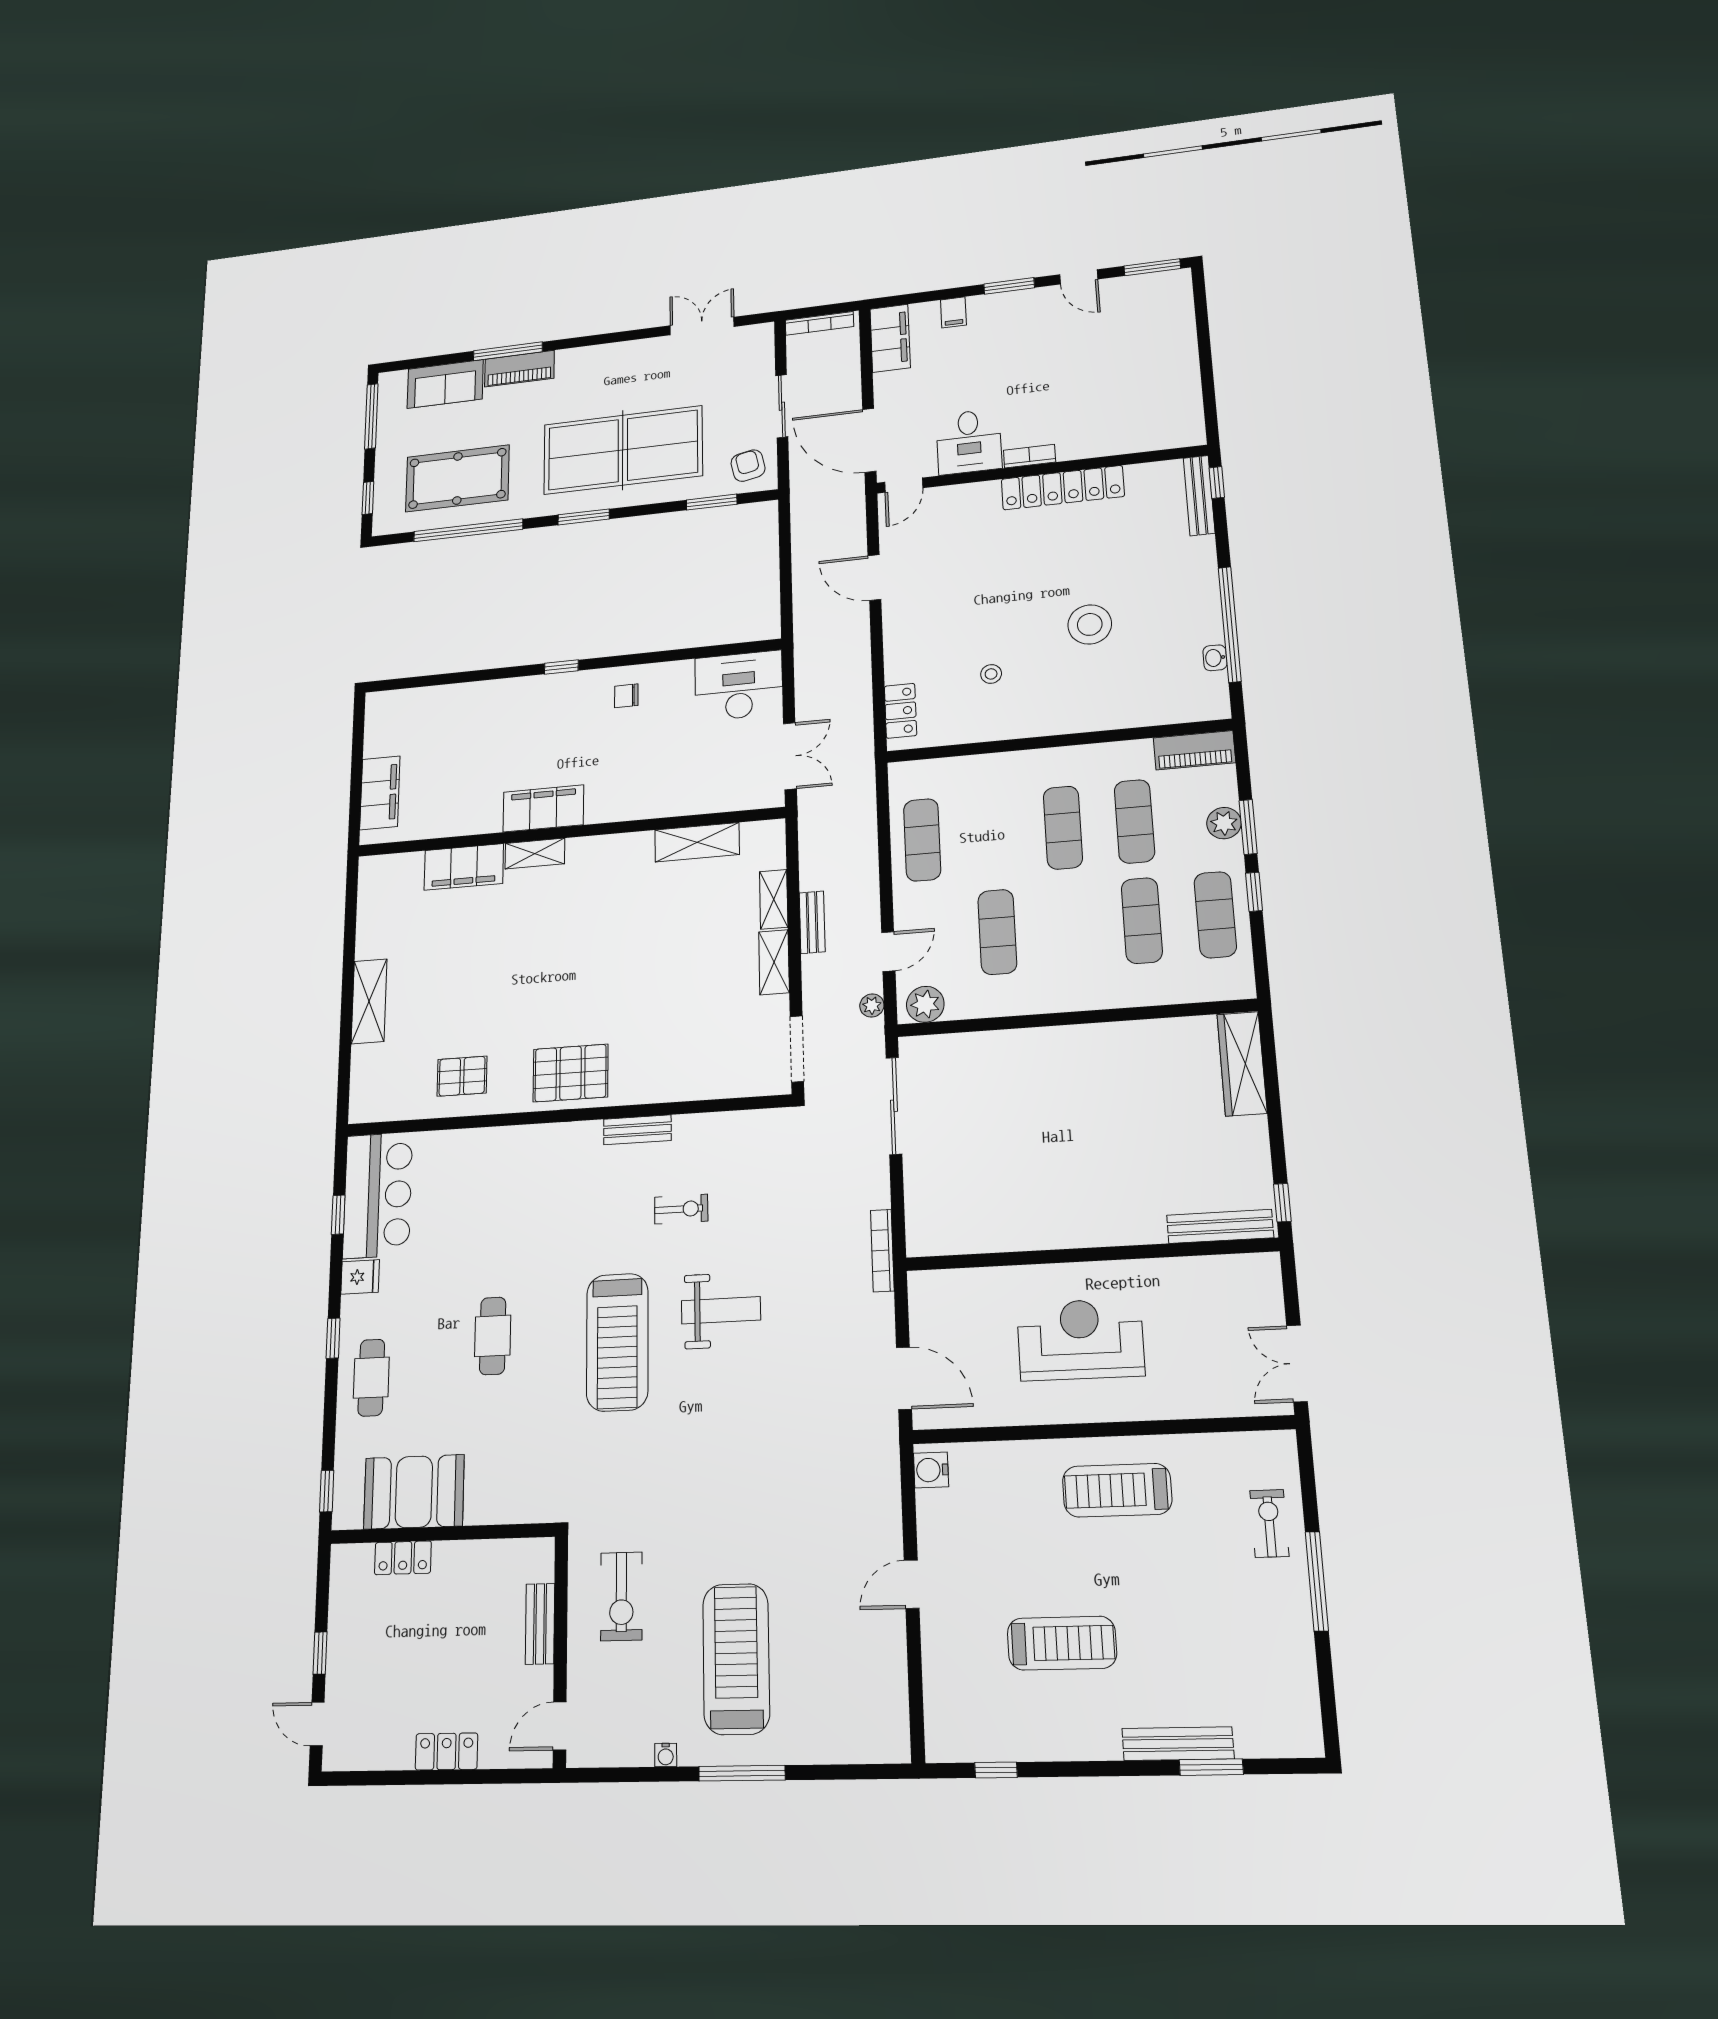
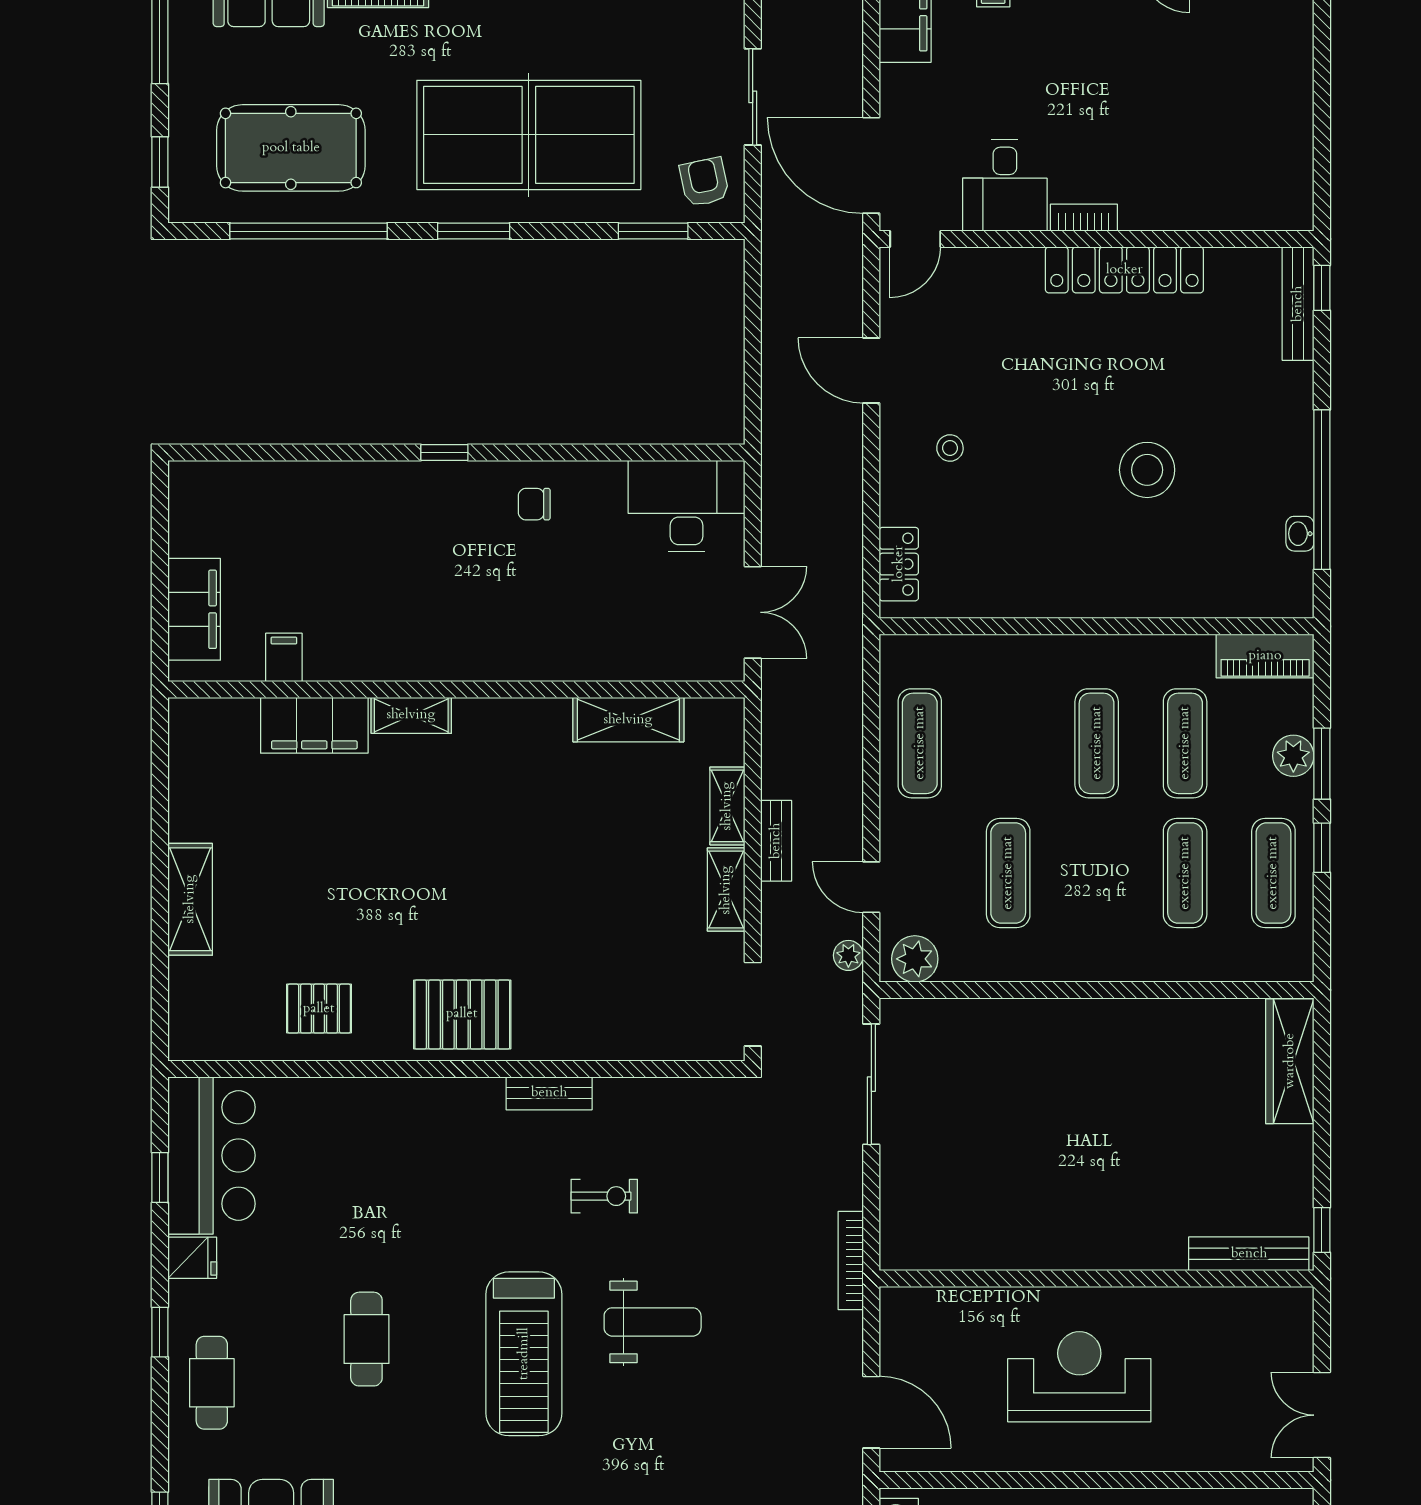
stool: (991, 674) -> (950, 448), moved
filing cabinet: (543, 808) -> (284, 657), moved, width x0.33, depth x0.86
door: (888, 952) -> (871, 887), swing flipped

